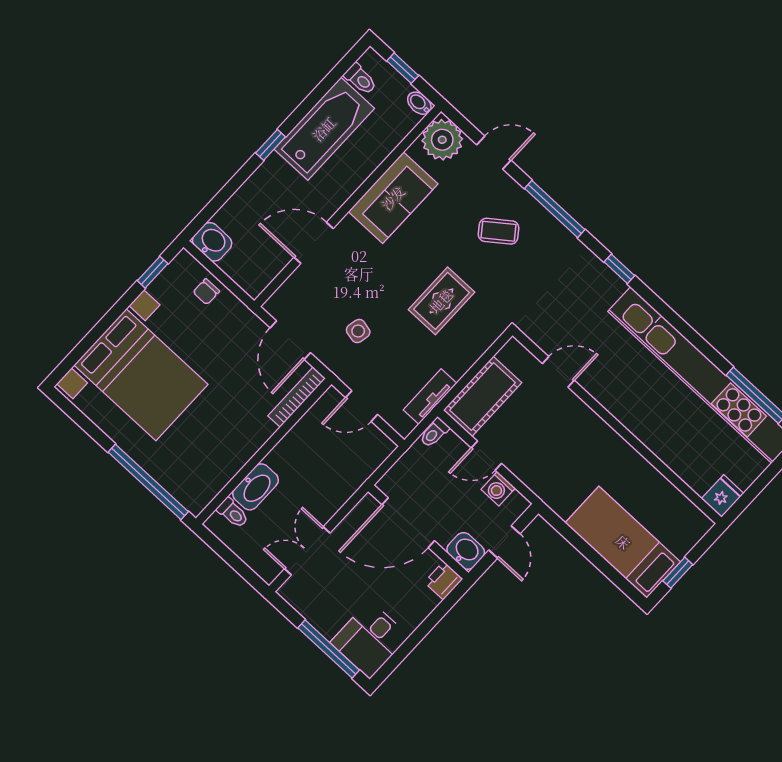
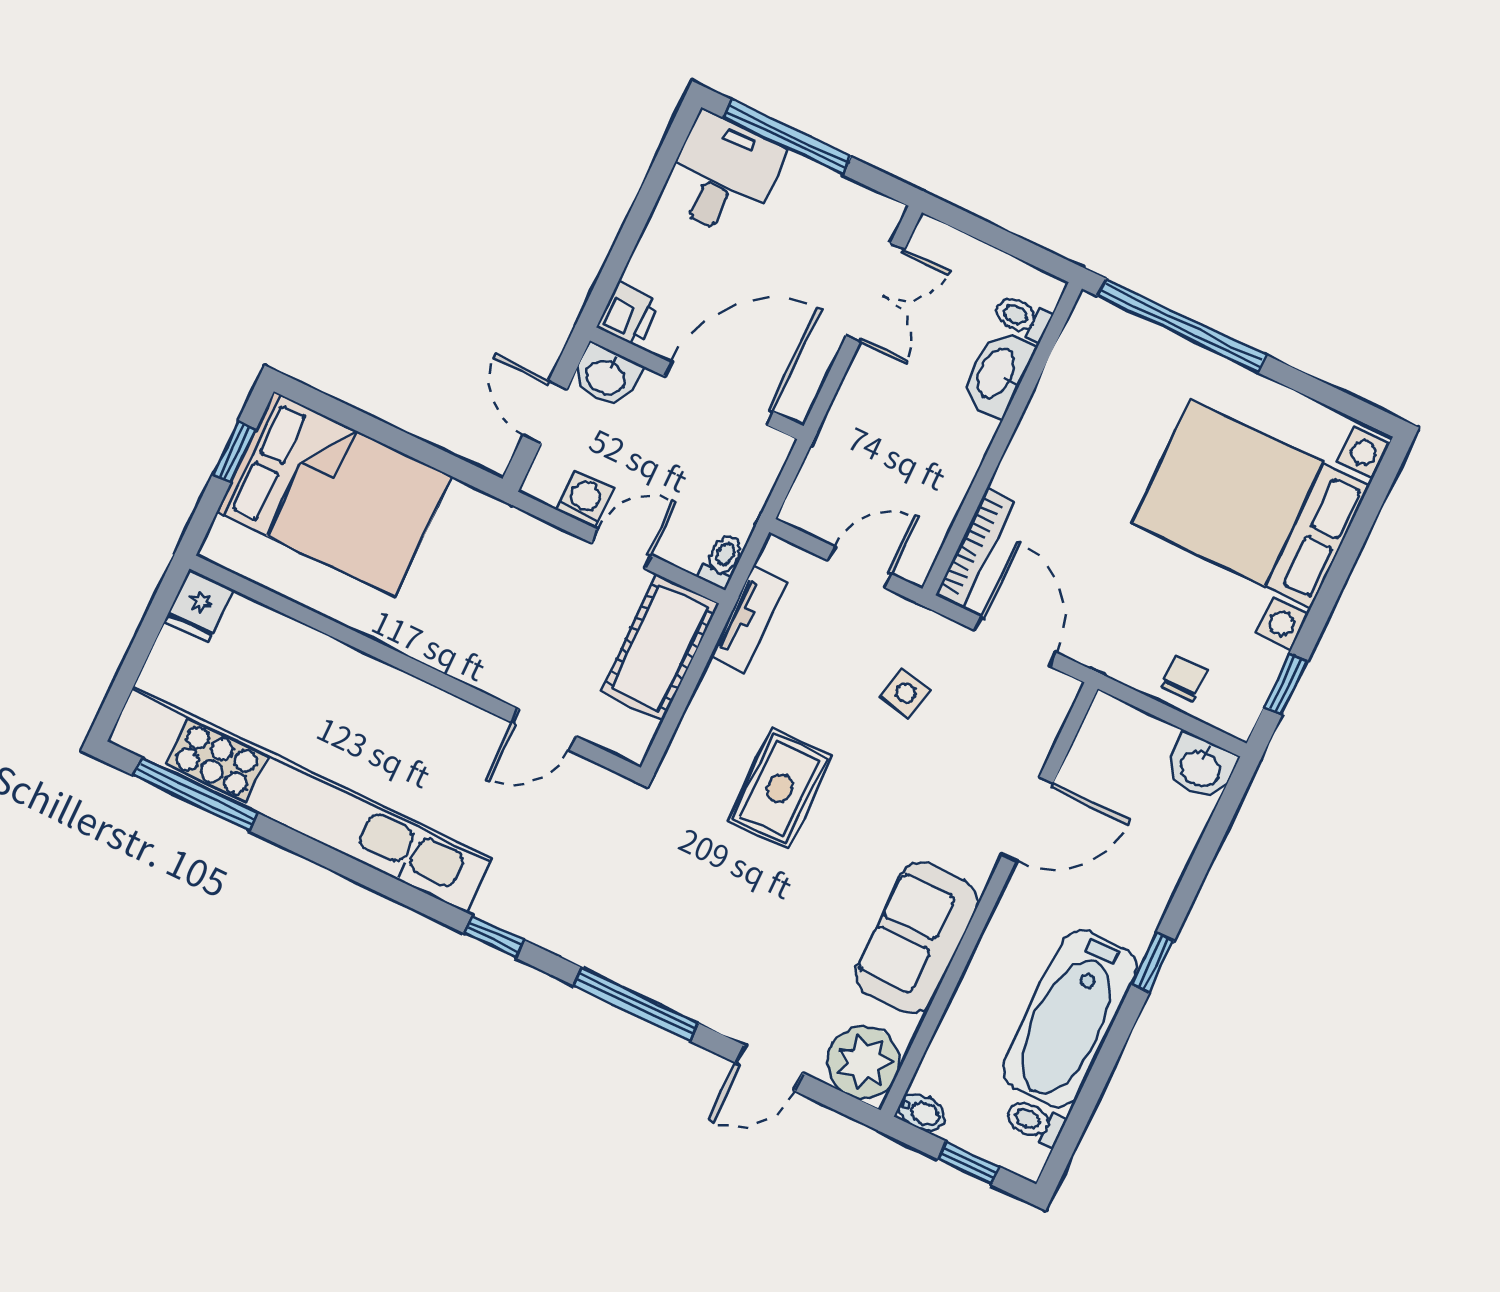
coffee table: (499, 231) -> (720, 937), removed
bed: (623, 542) -> (334, 494), width x1.50

